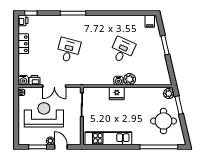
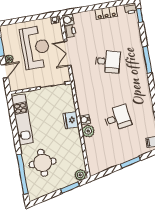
desk: (122, 50) -> (117, 118), turned -33
round table: (163, 121) -> (43, 163), moved

